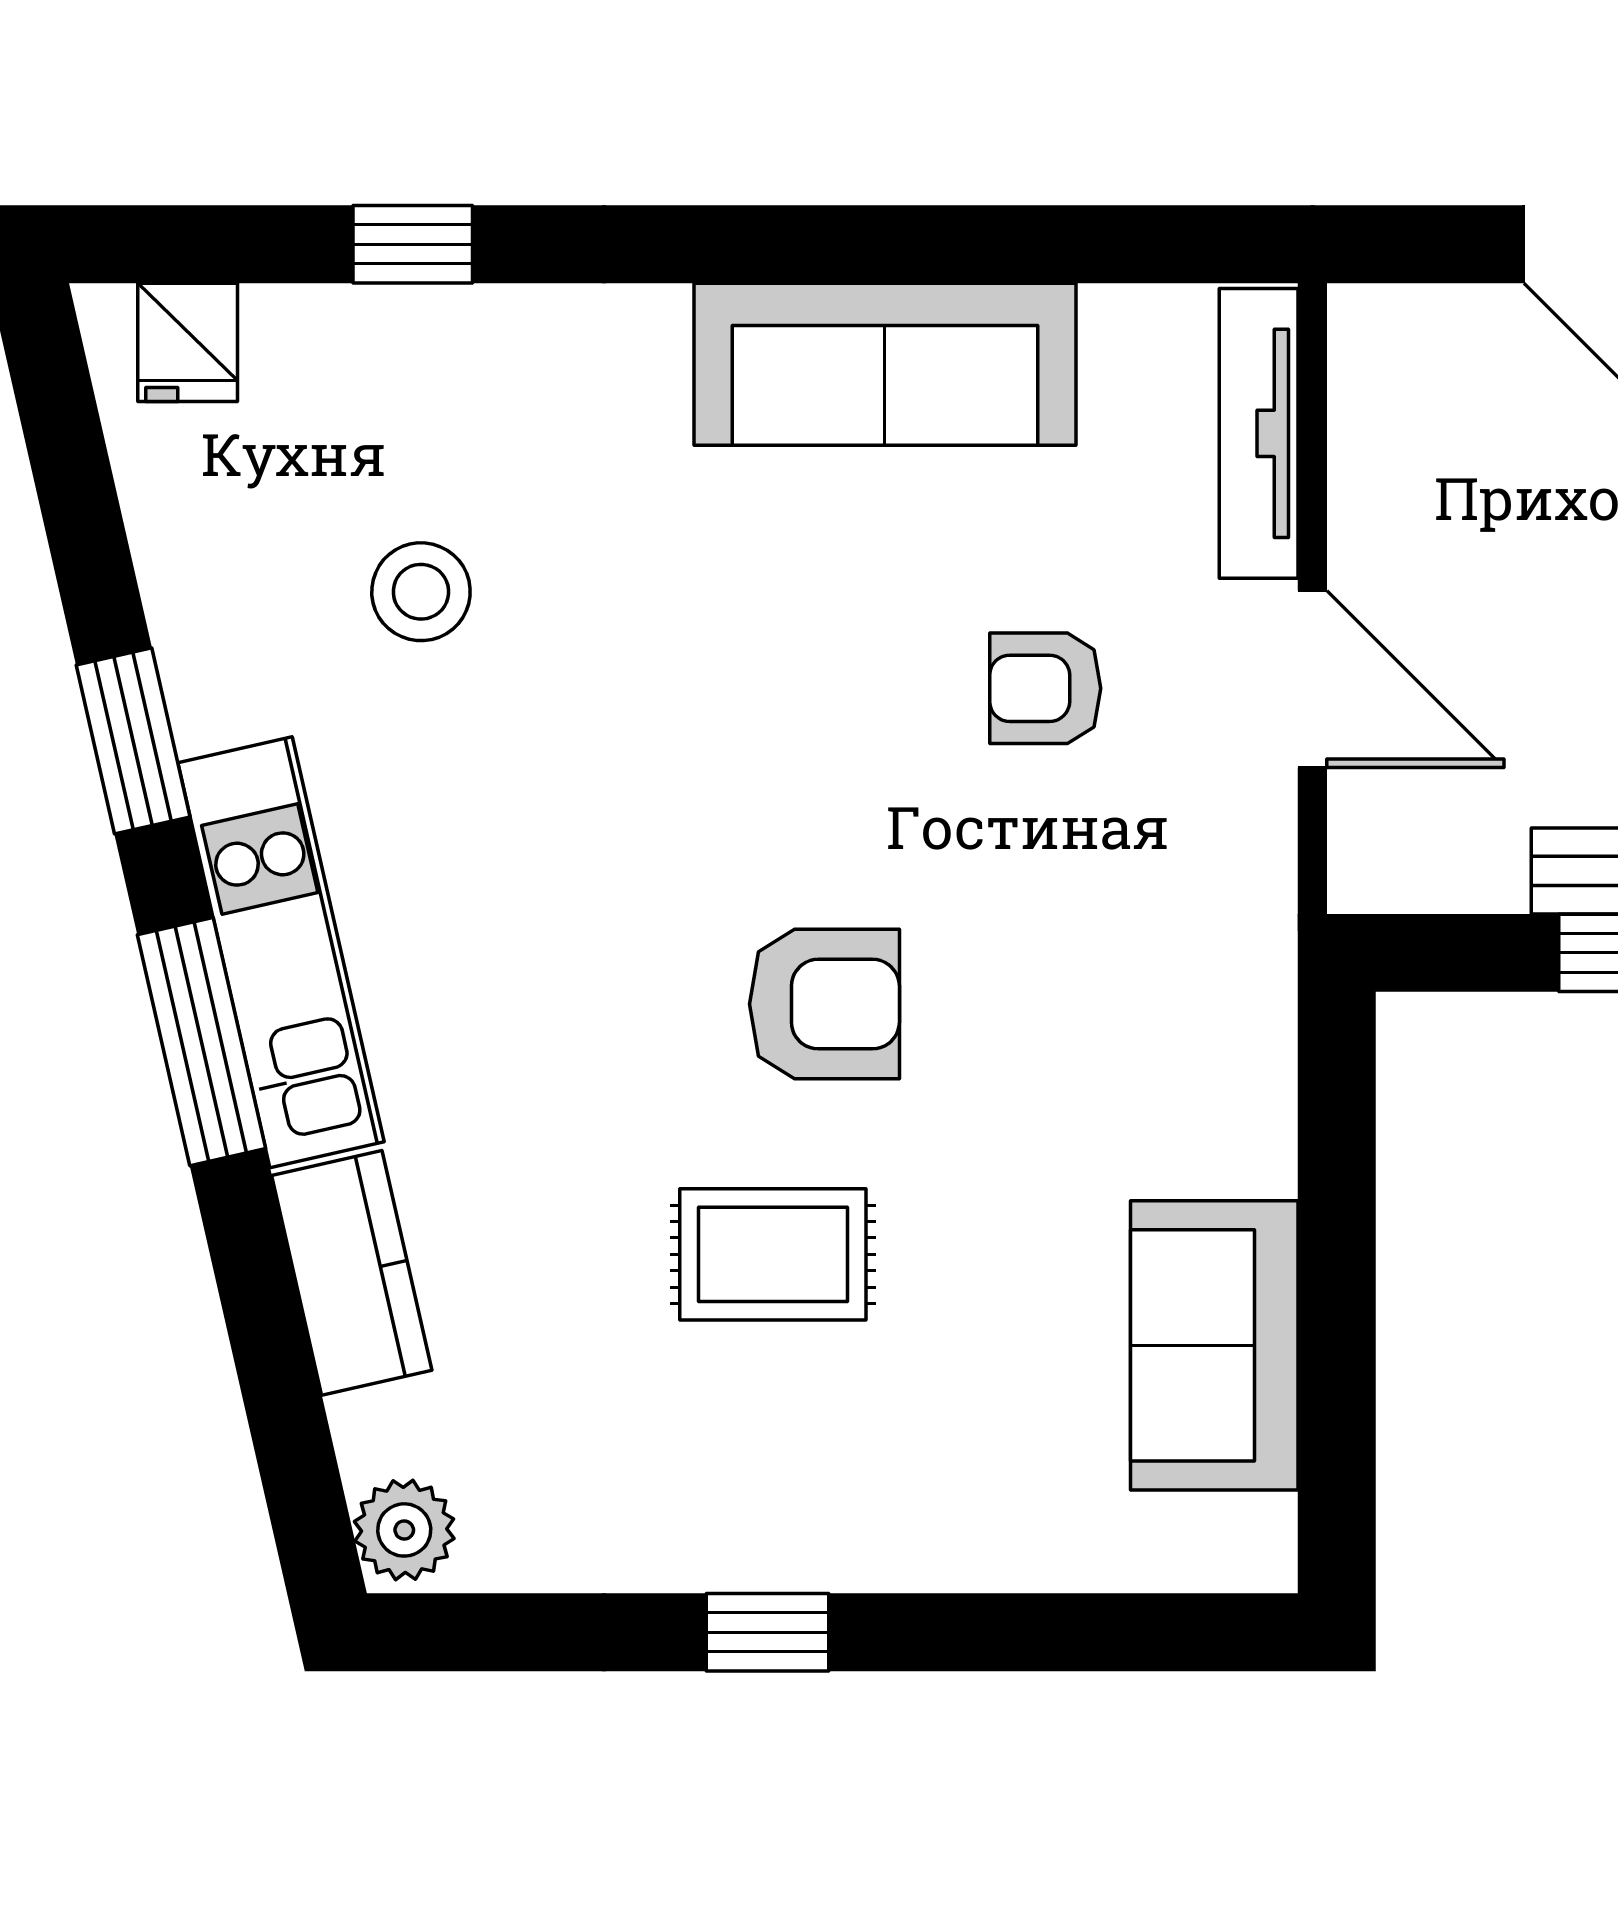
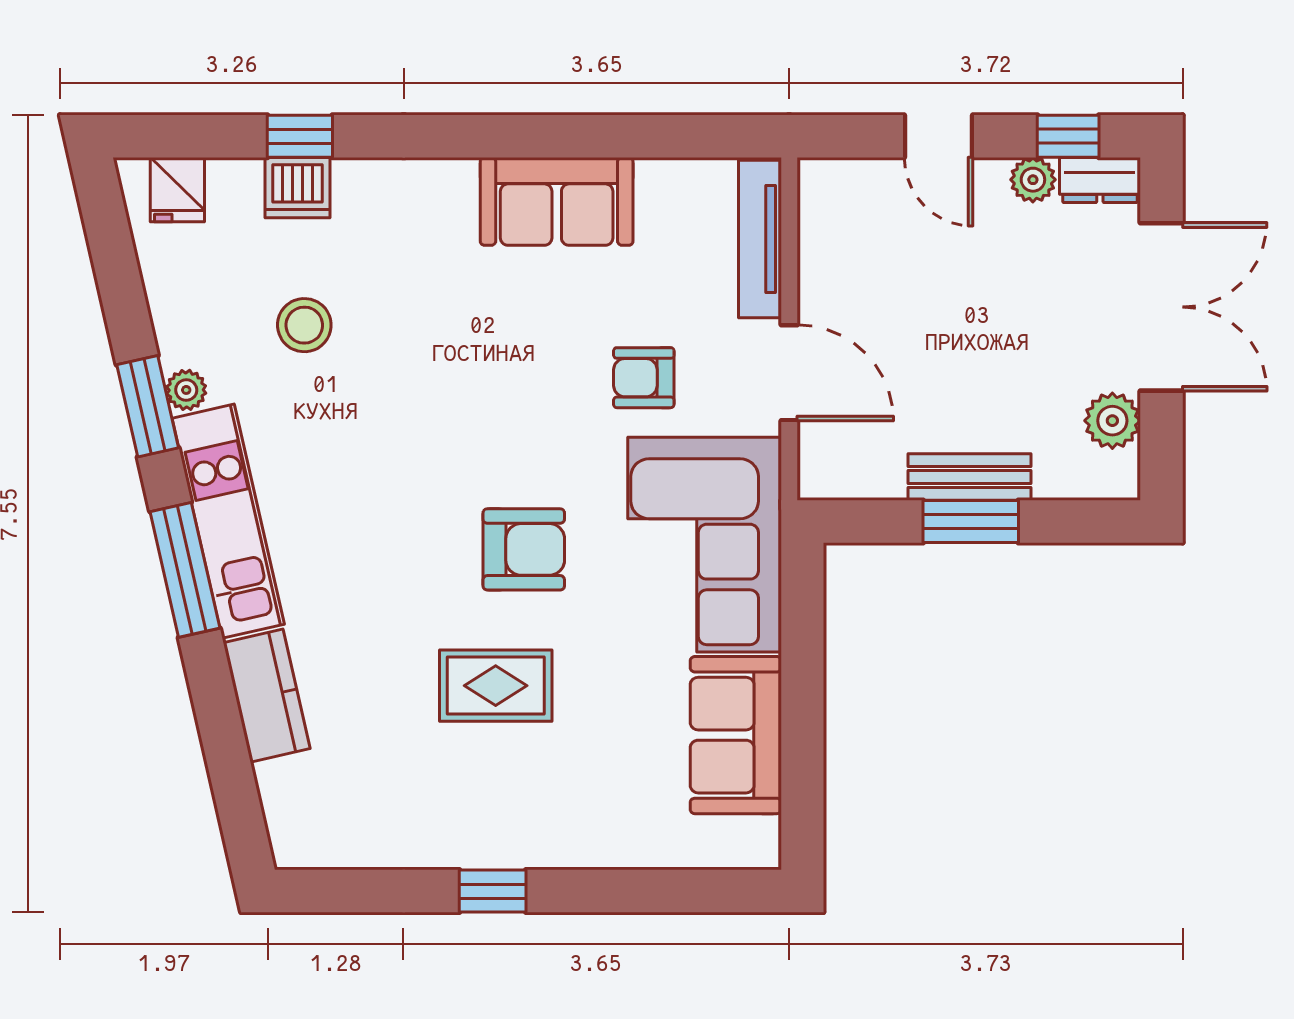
dishwasher: (408, 339) -> (297, 188), added
sofa: (885, 364) -> (557, 201), width x0.73
corner sofa: (1157, 995) -> (705, 545), added
plant: (404, 1530) -> (186, 390), moved, width x0.73, depth x0.73

